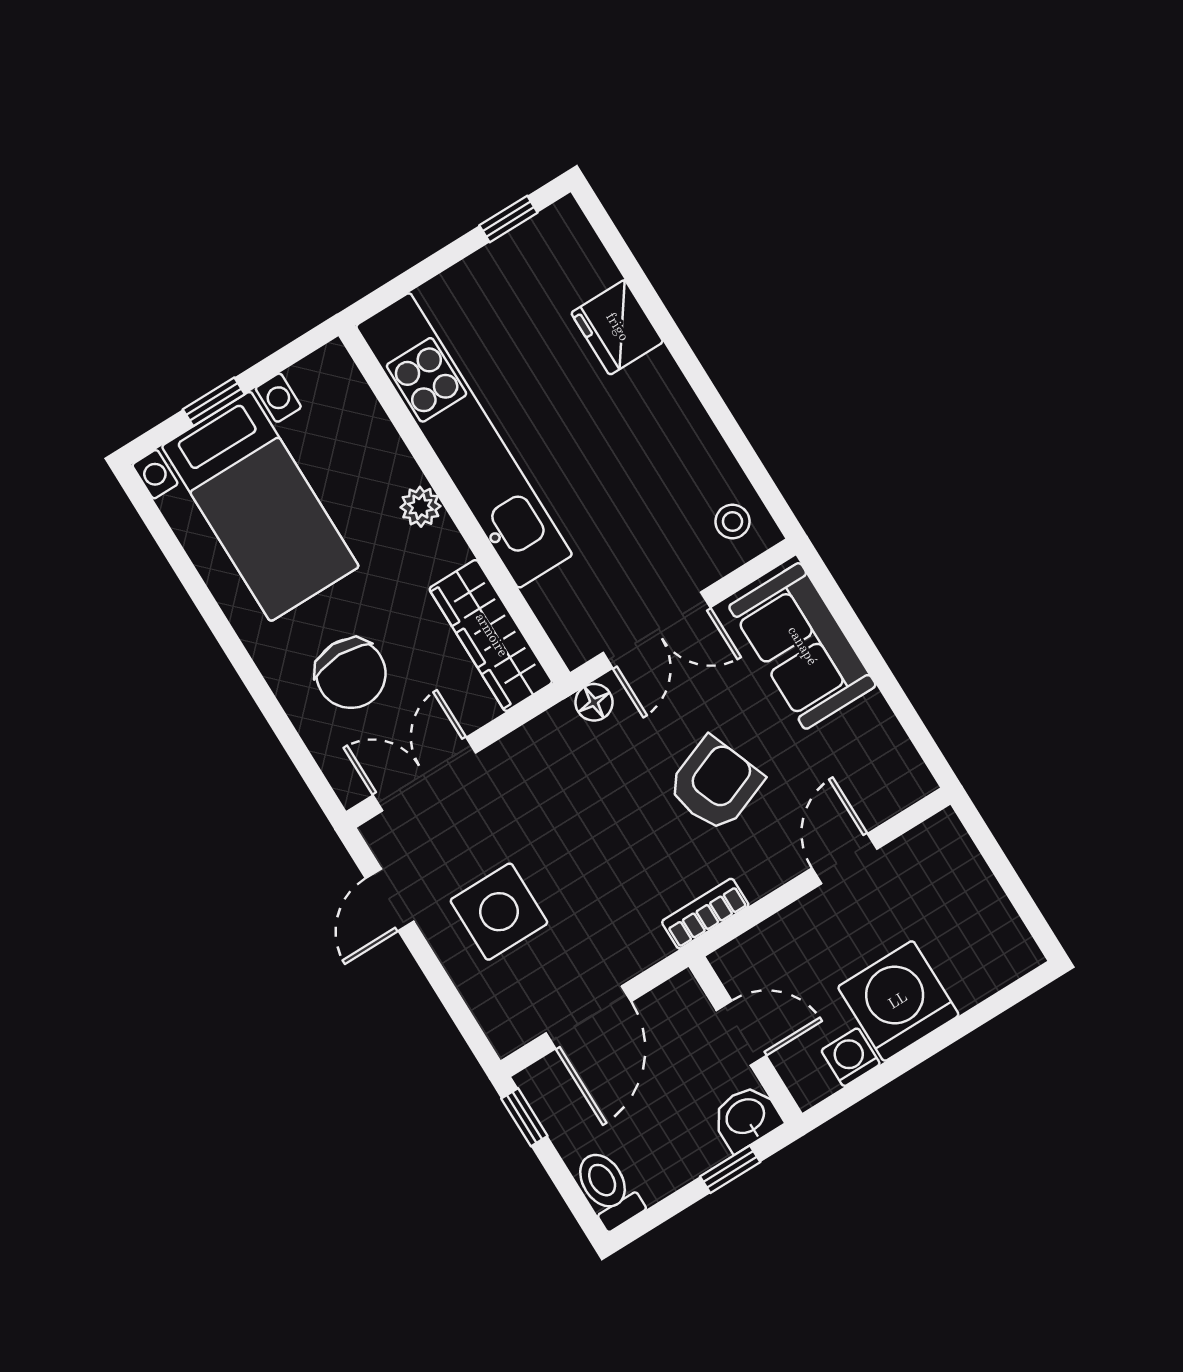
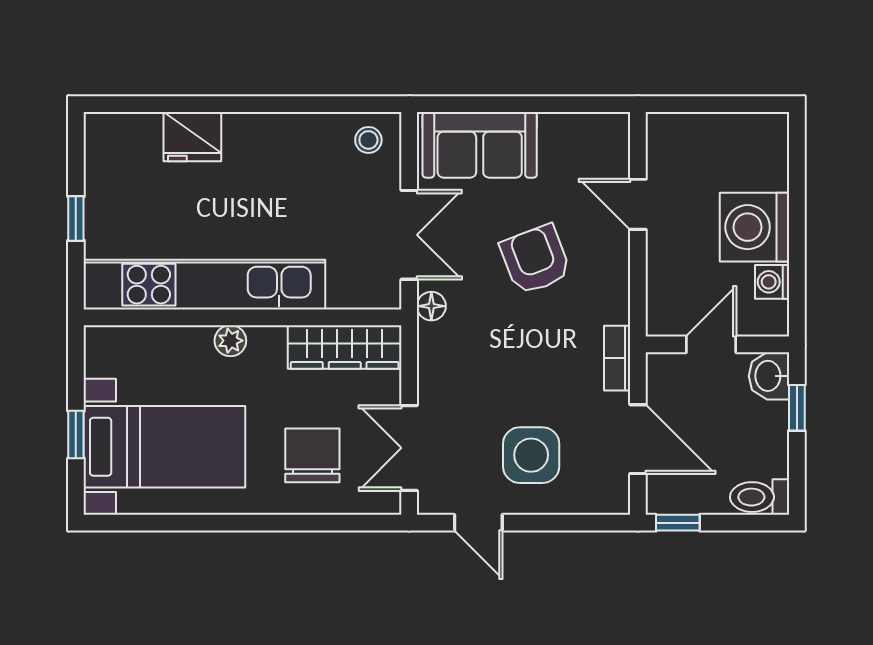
window: (508, 219) -> (76, 219), moved
chair: (351, 673) -> (312, 455), turned -90
bookcase: (705, 914) -> (617, 358), moved

